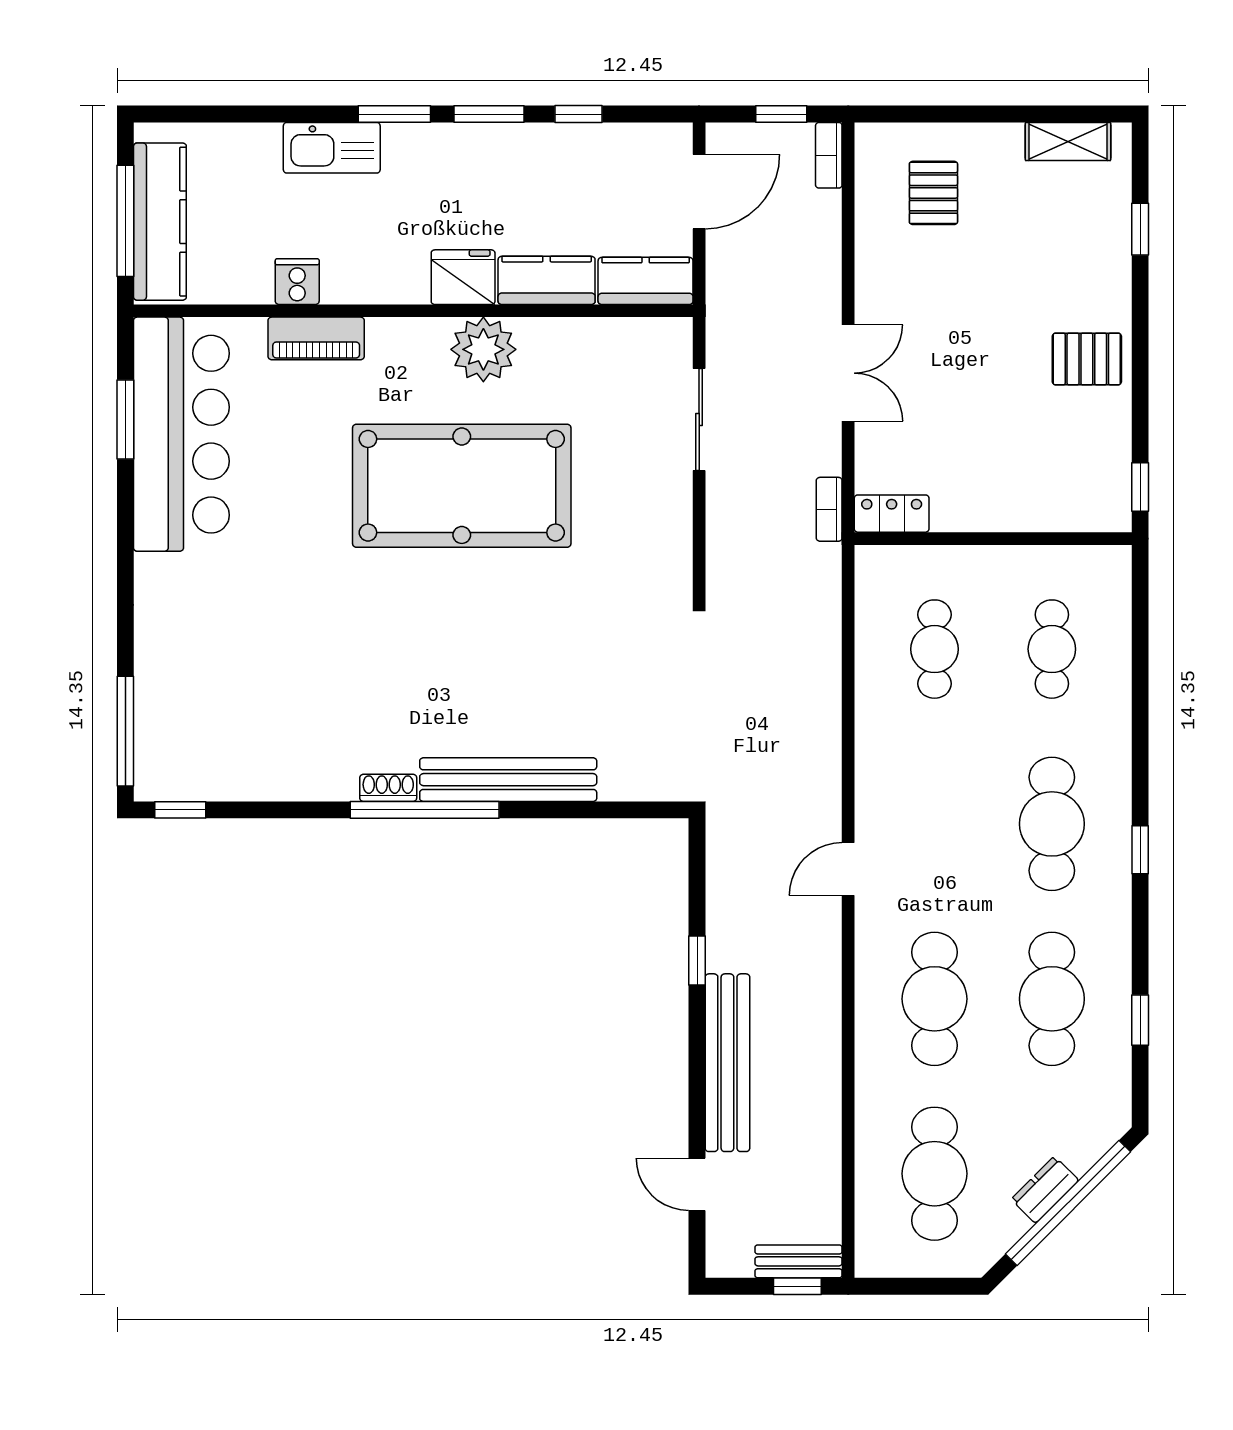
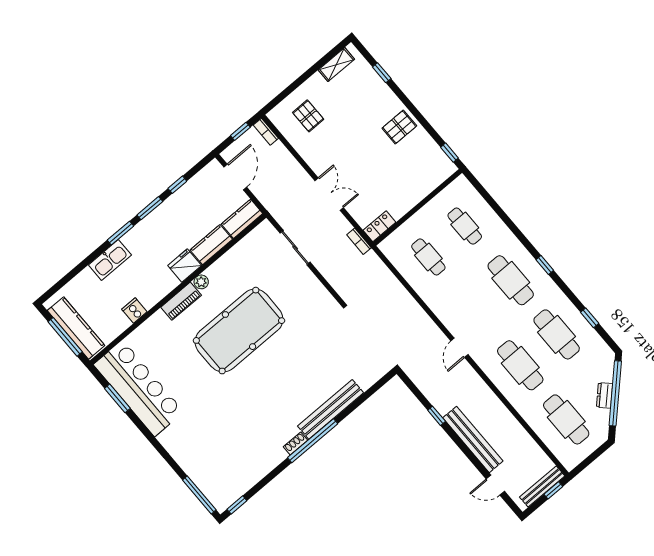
piano: (316, 338) -> (181, 301), moved
plant: (483, 349) -> (201, 282), width x0.53, depth x0.53
bench: (799, 1261) -> (542, 486), width x1.36

